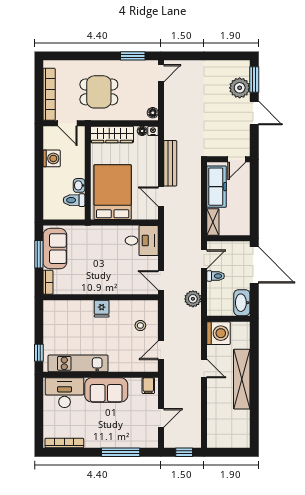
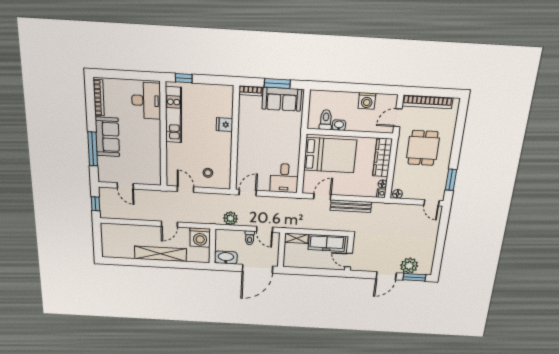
fridge: (102, 309) -> (224, 125), moved
filing cabinet: (148, 386) -> (154, 177), removed
sofa: (106, 390) -> (107, 137), moved, turned 180

